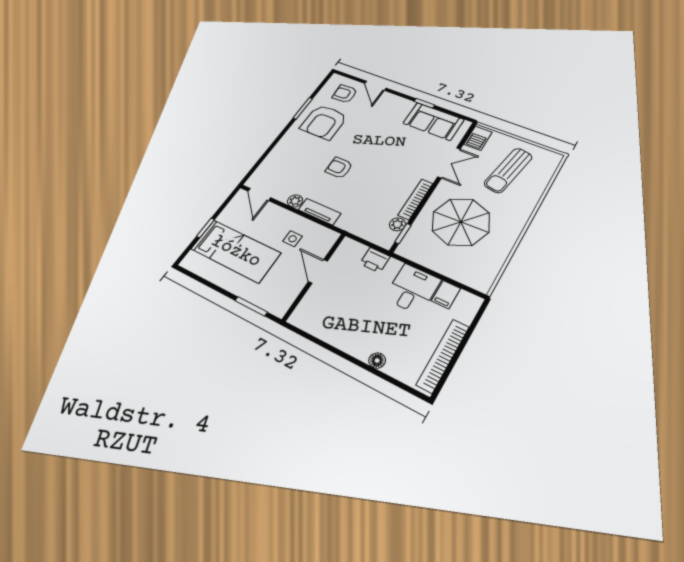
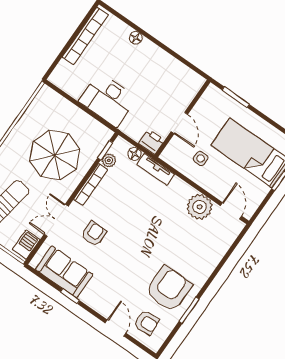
armchair: (339, 168) -> (94, 234), moved, turned -90
plant: (295, 201) -> (200, 207), width x1.88, depth x1.88
tv unit: (320, 212) -> (156, 169), moved
floor lamp: (369, 234) -> (134, 154), added
printer: (375, 260) -> (152, 142), moved
desk: (412, 289) -> (108, 100), width x1.37
filing cabinet: (446, 295) -> (76, 88), removed

